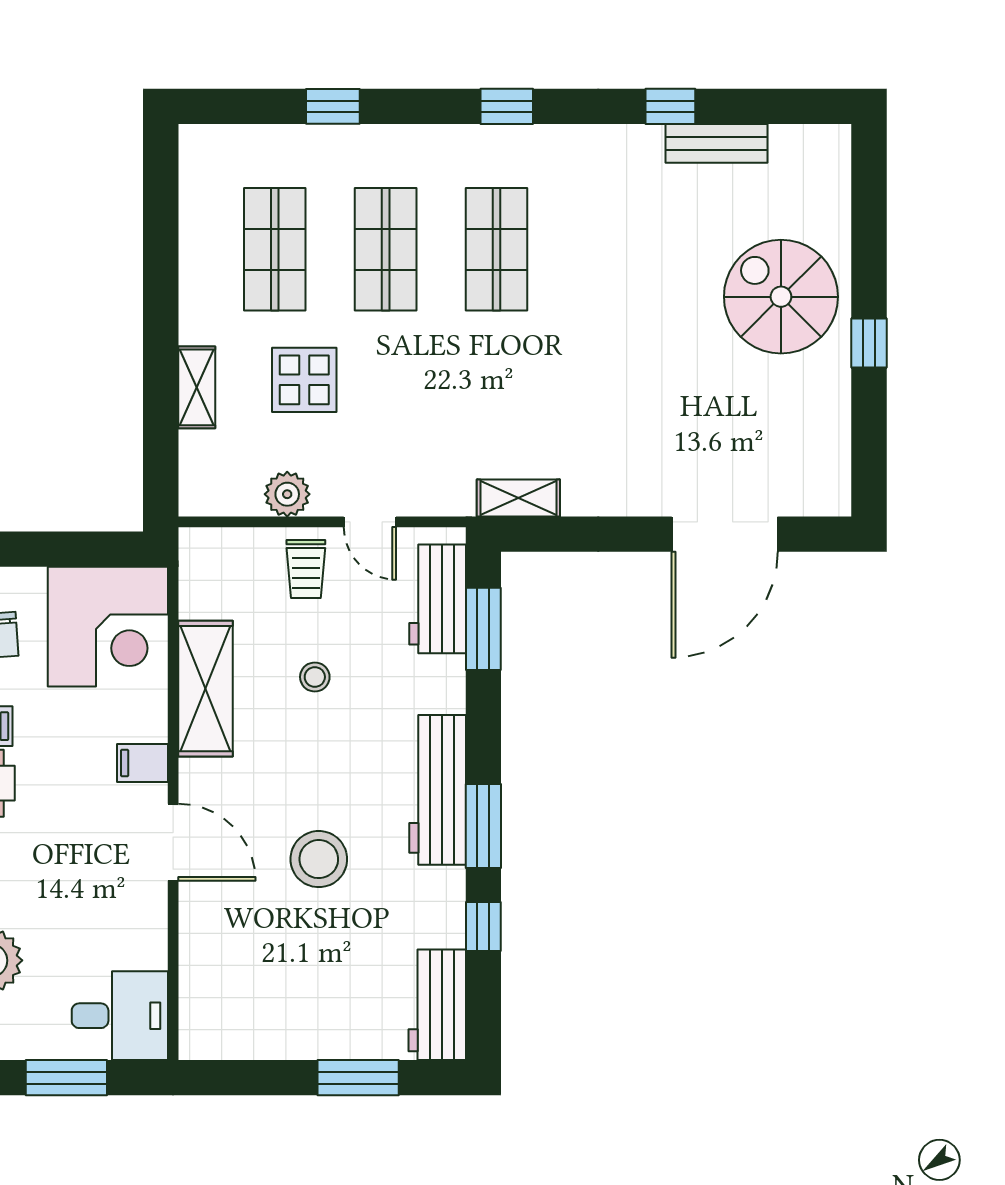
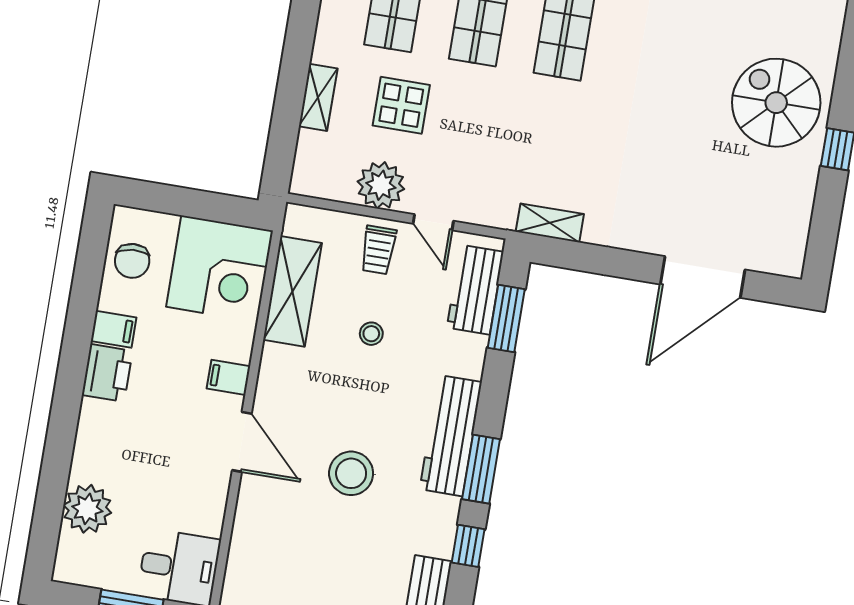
plant: (287, 494) -> (381, 185), width x1.36, depth x1.36
shelving: (205, 689) -> (292, 291), moved

